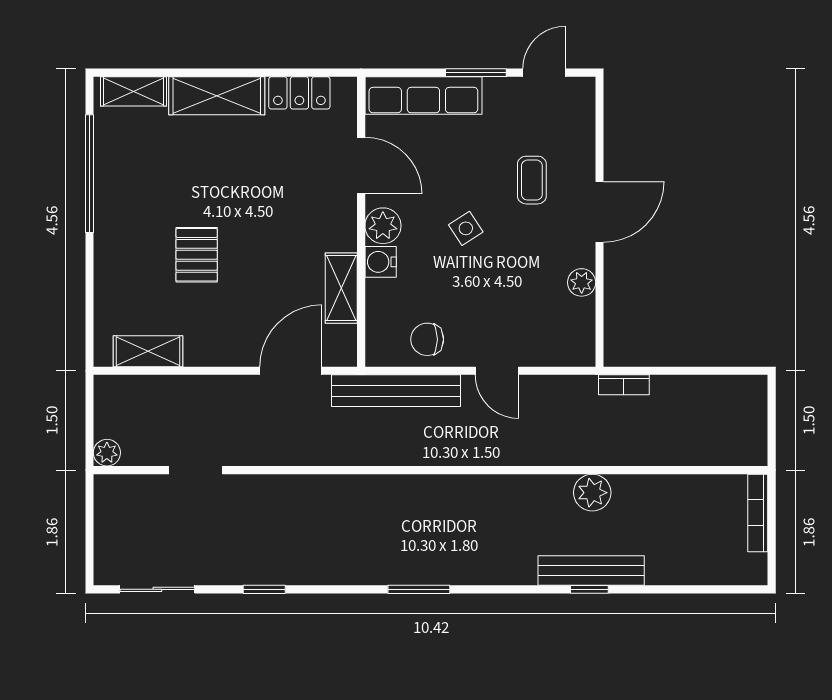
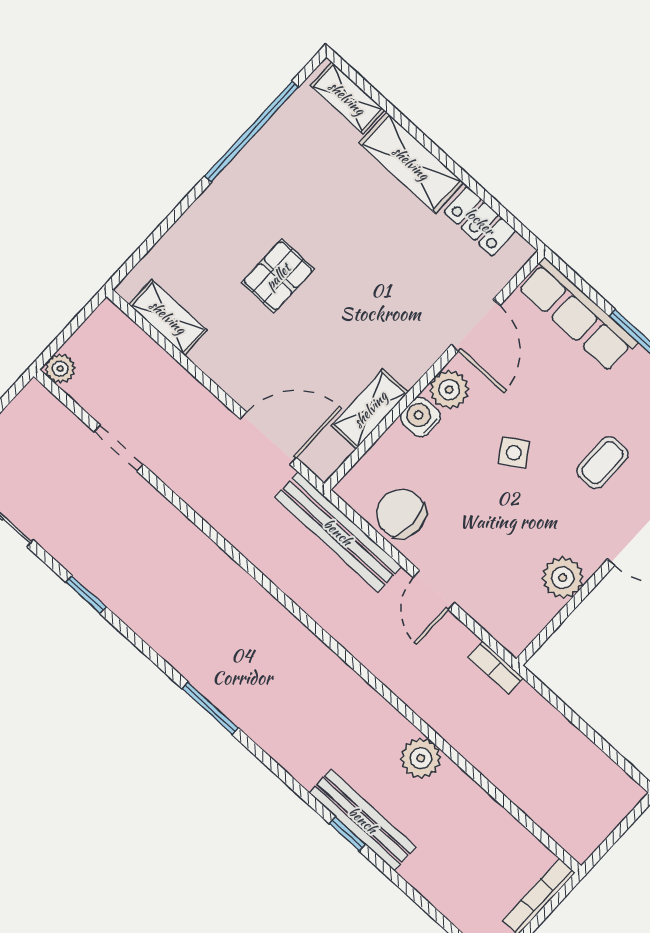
plant: (582, 282) -> (563, 578), width x1.38, depth x1.38
chair: (427, 339) -> (401, 514), width x1.37, depth x1.37
bookcase: (624, 385) -> (496, 668), moved

